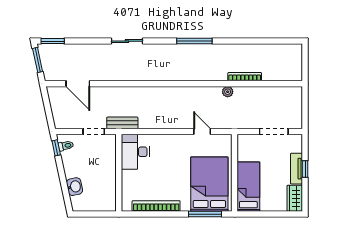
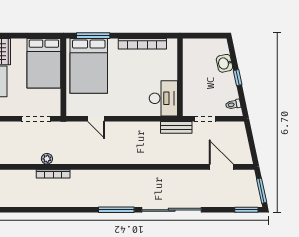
sliding door: (127, 41) -> (172, 210), width x1.86
window: (194, 41) -> (116, 210), moved
plant: (228, 92) -> (47, 159), moved
doorway: (274, 132) -> (36, 119), moved
window: (56, 148) -> (238, 78), moved
bed: (248, 187) -> (44, 63), width x1.50

